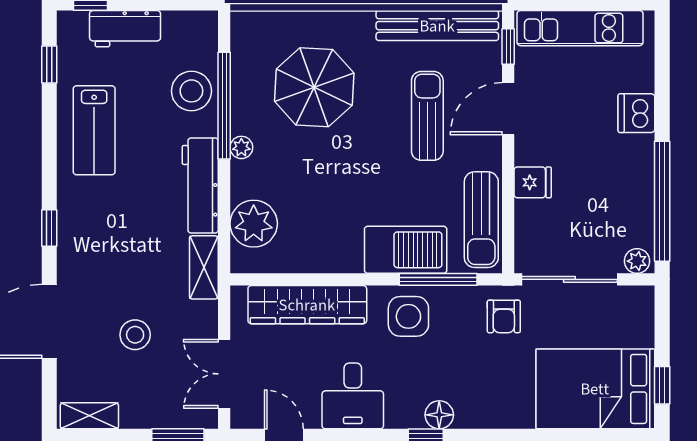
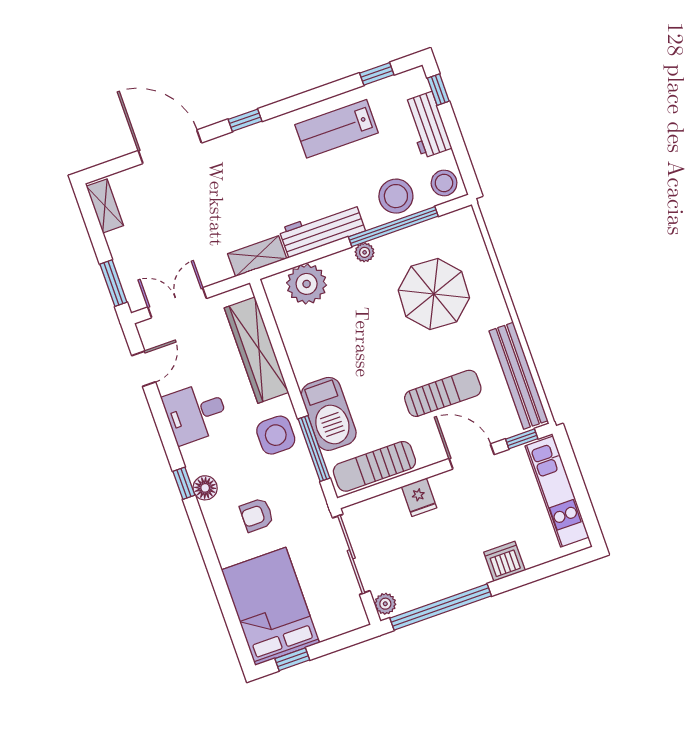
armchair: (504, 316) -> (257, 515), moved
stool: (135, 335) -> (444, 183), moved

